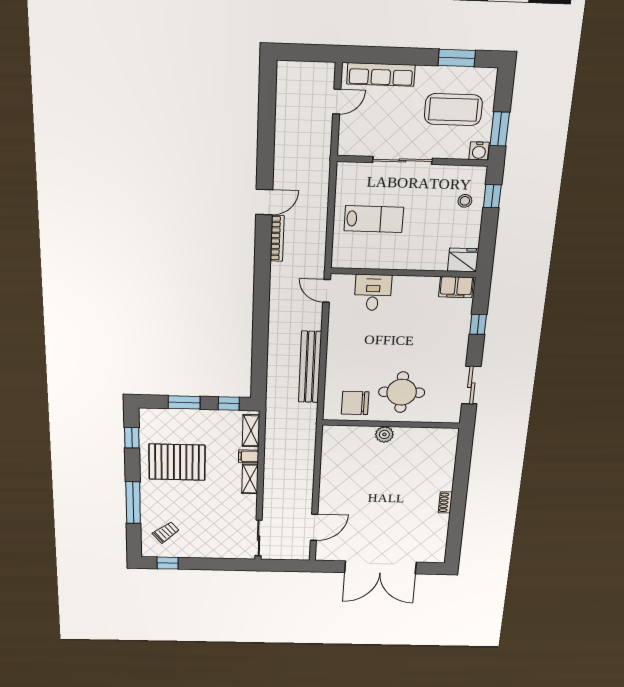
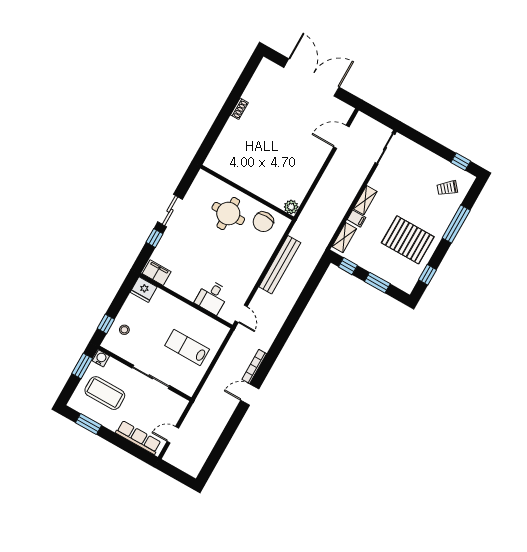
sliding door: (471, 385) -> (170, 211), moved
chair: (355, 403) -> (263, 222), turned 91
plant: (384, 434) -> (291, 207), moved

